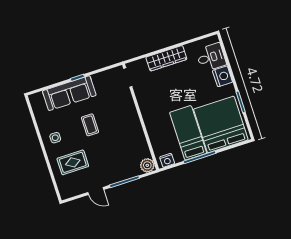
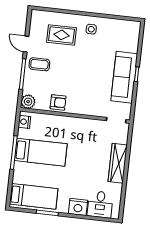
sofa: (69, 93) -> (124, 77), moved
bed: (221, 124) -> (34, 196), width x0.49
coffee table: (90, 125) -> (39, 64), moved
armchair: (136, 138) -> (58, 102), added
rug: (73, 162) -> (62, 35), turned 90
door: (96, 191) -> (26, 44), hinge flipped

